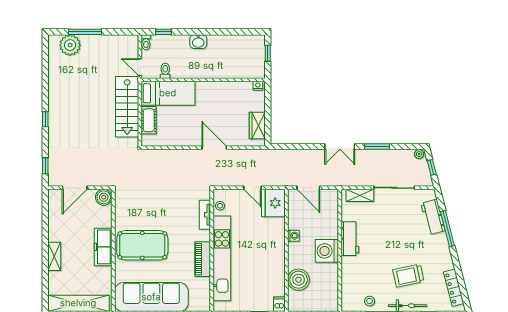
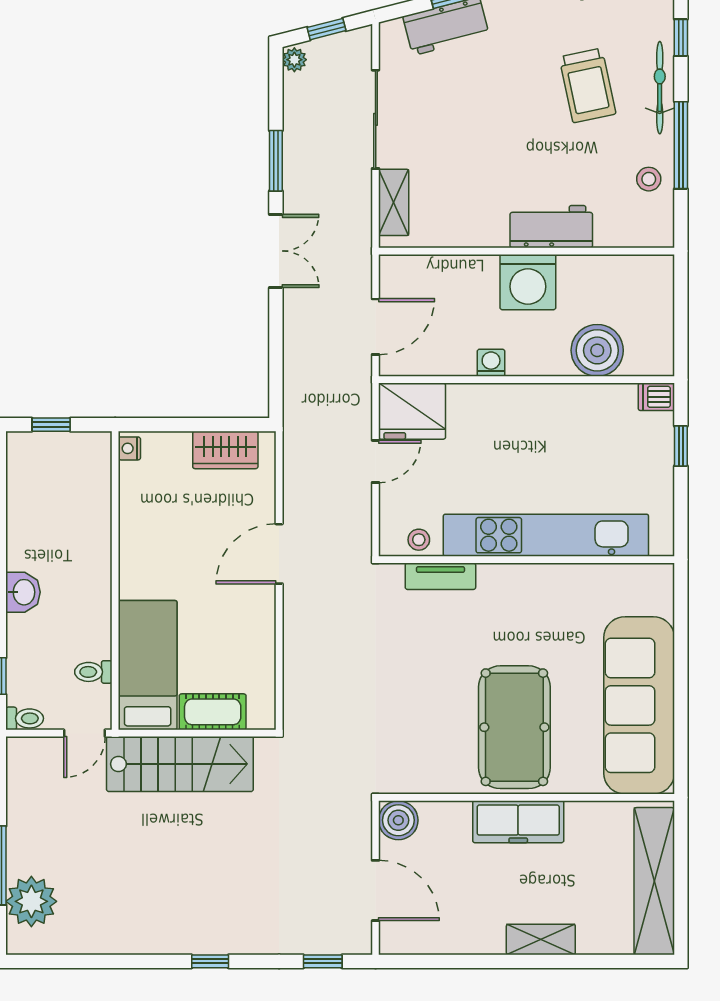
workbench: (350, 239) -> (551, 227), moved
piano: (203, 259) -> (548, 582), removed

